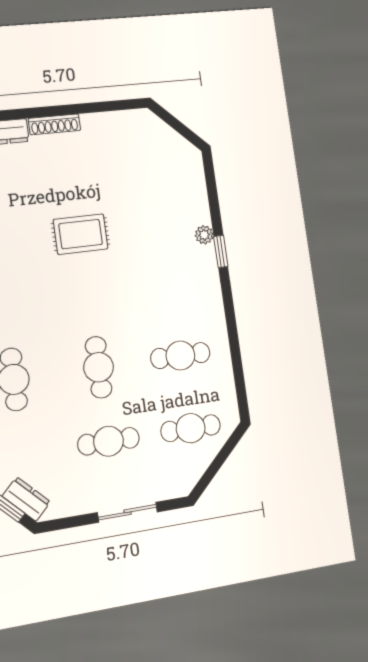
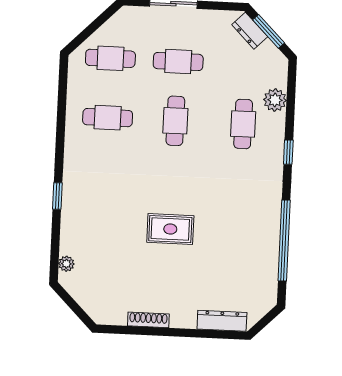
shoe rack: (54, 124) -> (148, 320), moved
plant: (204, 235) -> (66, 264), moved

